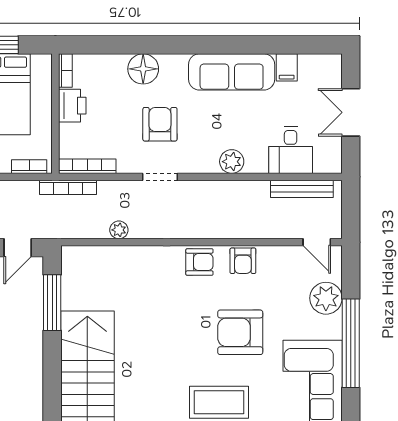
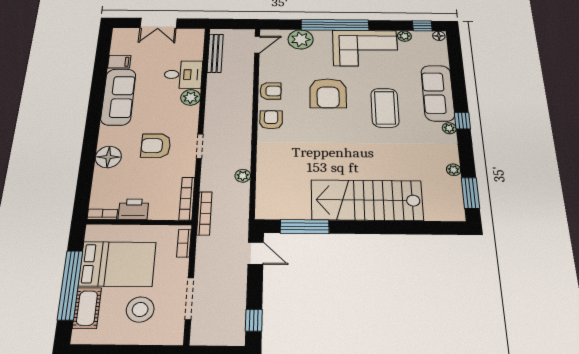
desk: (291, 150) -> (183, 75), moved

